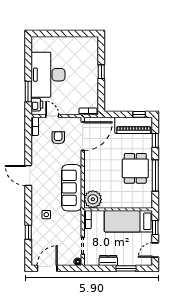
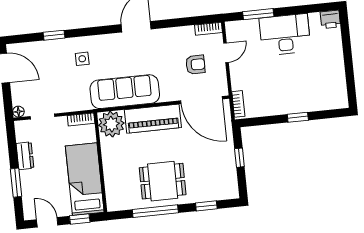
desk: (48, 75) -> (285, 35), width x0.73, depth x0.77
printer: (37, 105) -> (330, 19), moved
window: (139, 114) -> (239, 158), moved
piano: (134, 125) -> (153, 119), moved, turned -90

